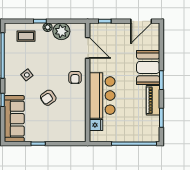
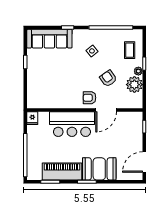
door: (141, 21) -> (144, 162), hinge flipped
door: (88, 48) -> (106, 110), moved
armchair: (48, 98) -> (108, 78), moved
piano: (153, 100) -> (62, 172), width x1.37, depth x1.33
fridge: (96, 125) -> (32, 118), moved

